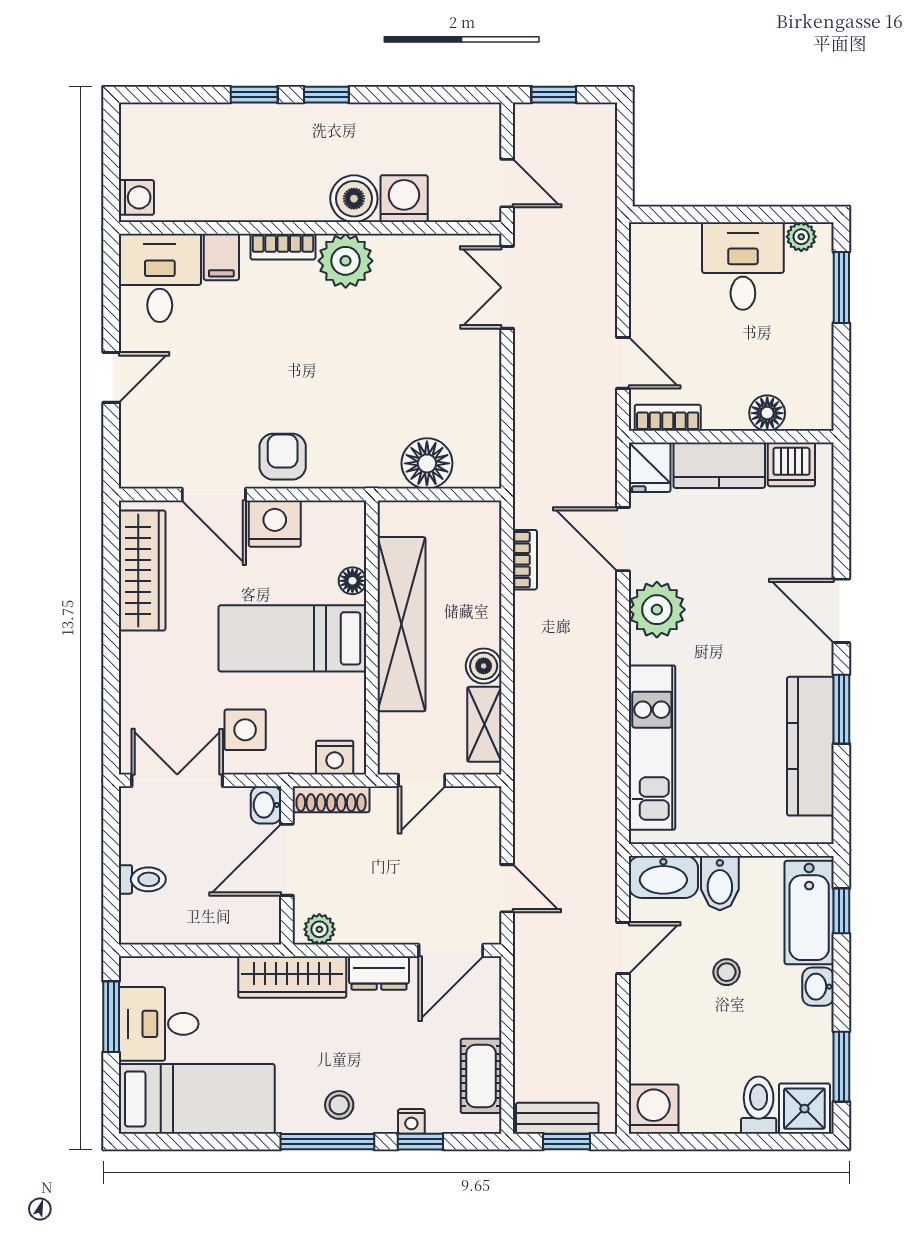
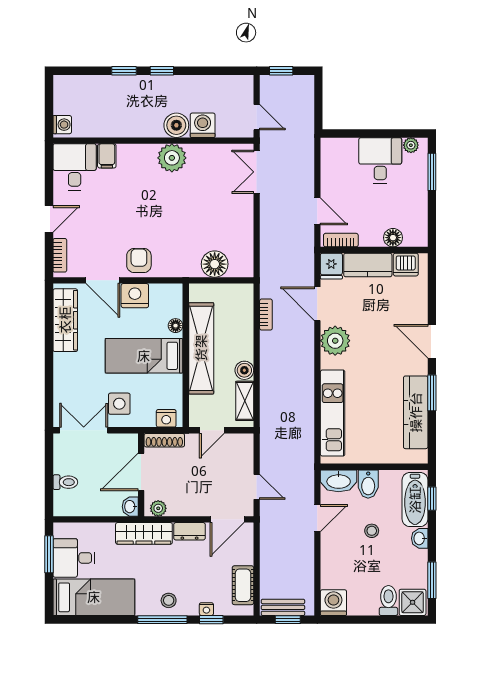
bookcase: (283, 247) -> (60, 255), moved, turned -90
washbasin: (266, 805) -> (130, 507), moved

